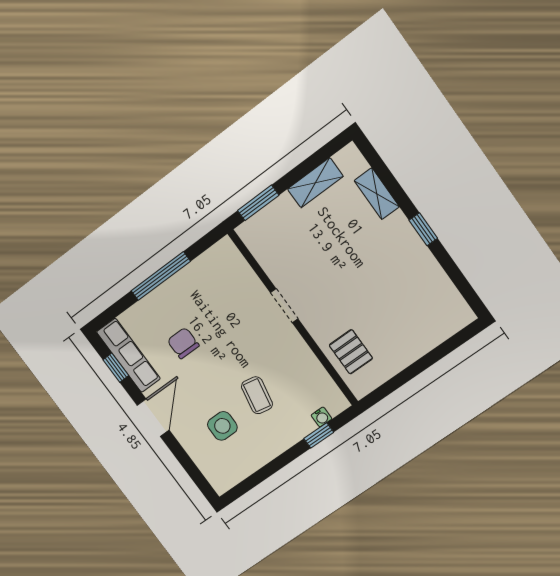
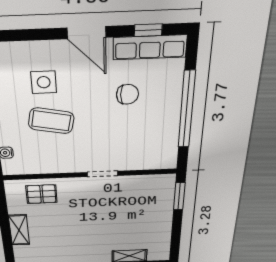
shelving: (315, 183) -> (19, 230), moved
window: (161, 276) -> (187, 110), width x1.46
coffee table: (257, 395) -> (51, 121), width x1.36, depth x1.30

